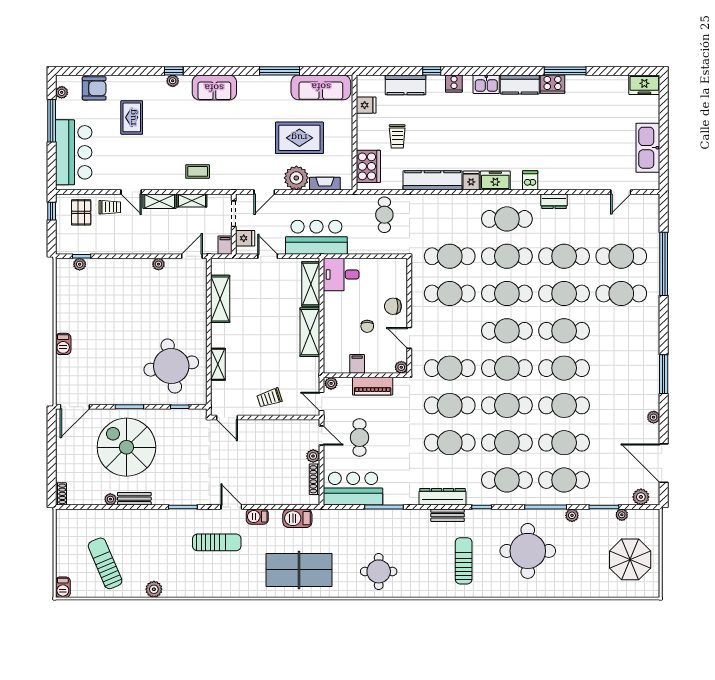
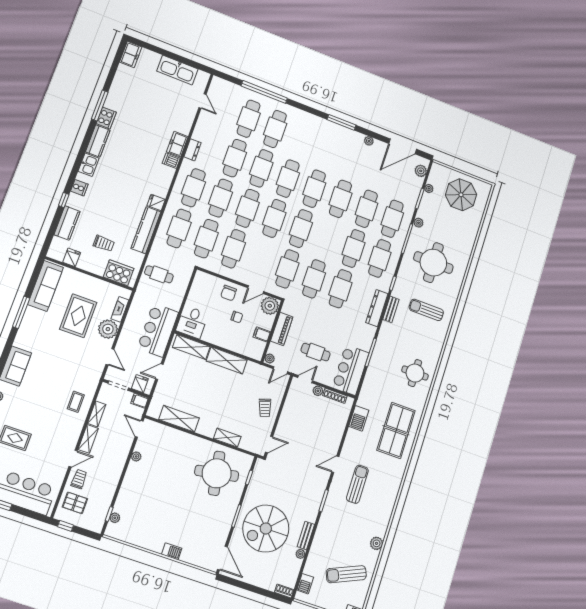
freezer: (495, 180) -> (177, 144), moved
plant: (401, 367) -> (270, 306), width x1.88, depth x1.88
cafe table: (507, 405) -> (179, 228), moved
barbecue: (257, 517) -> (305, 584), moved

